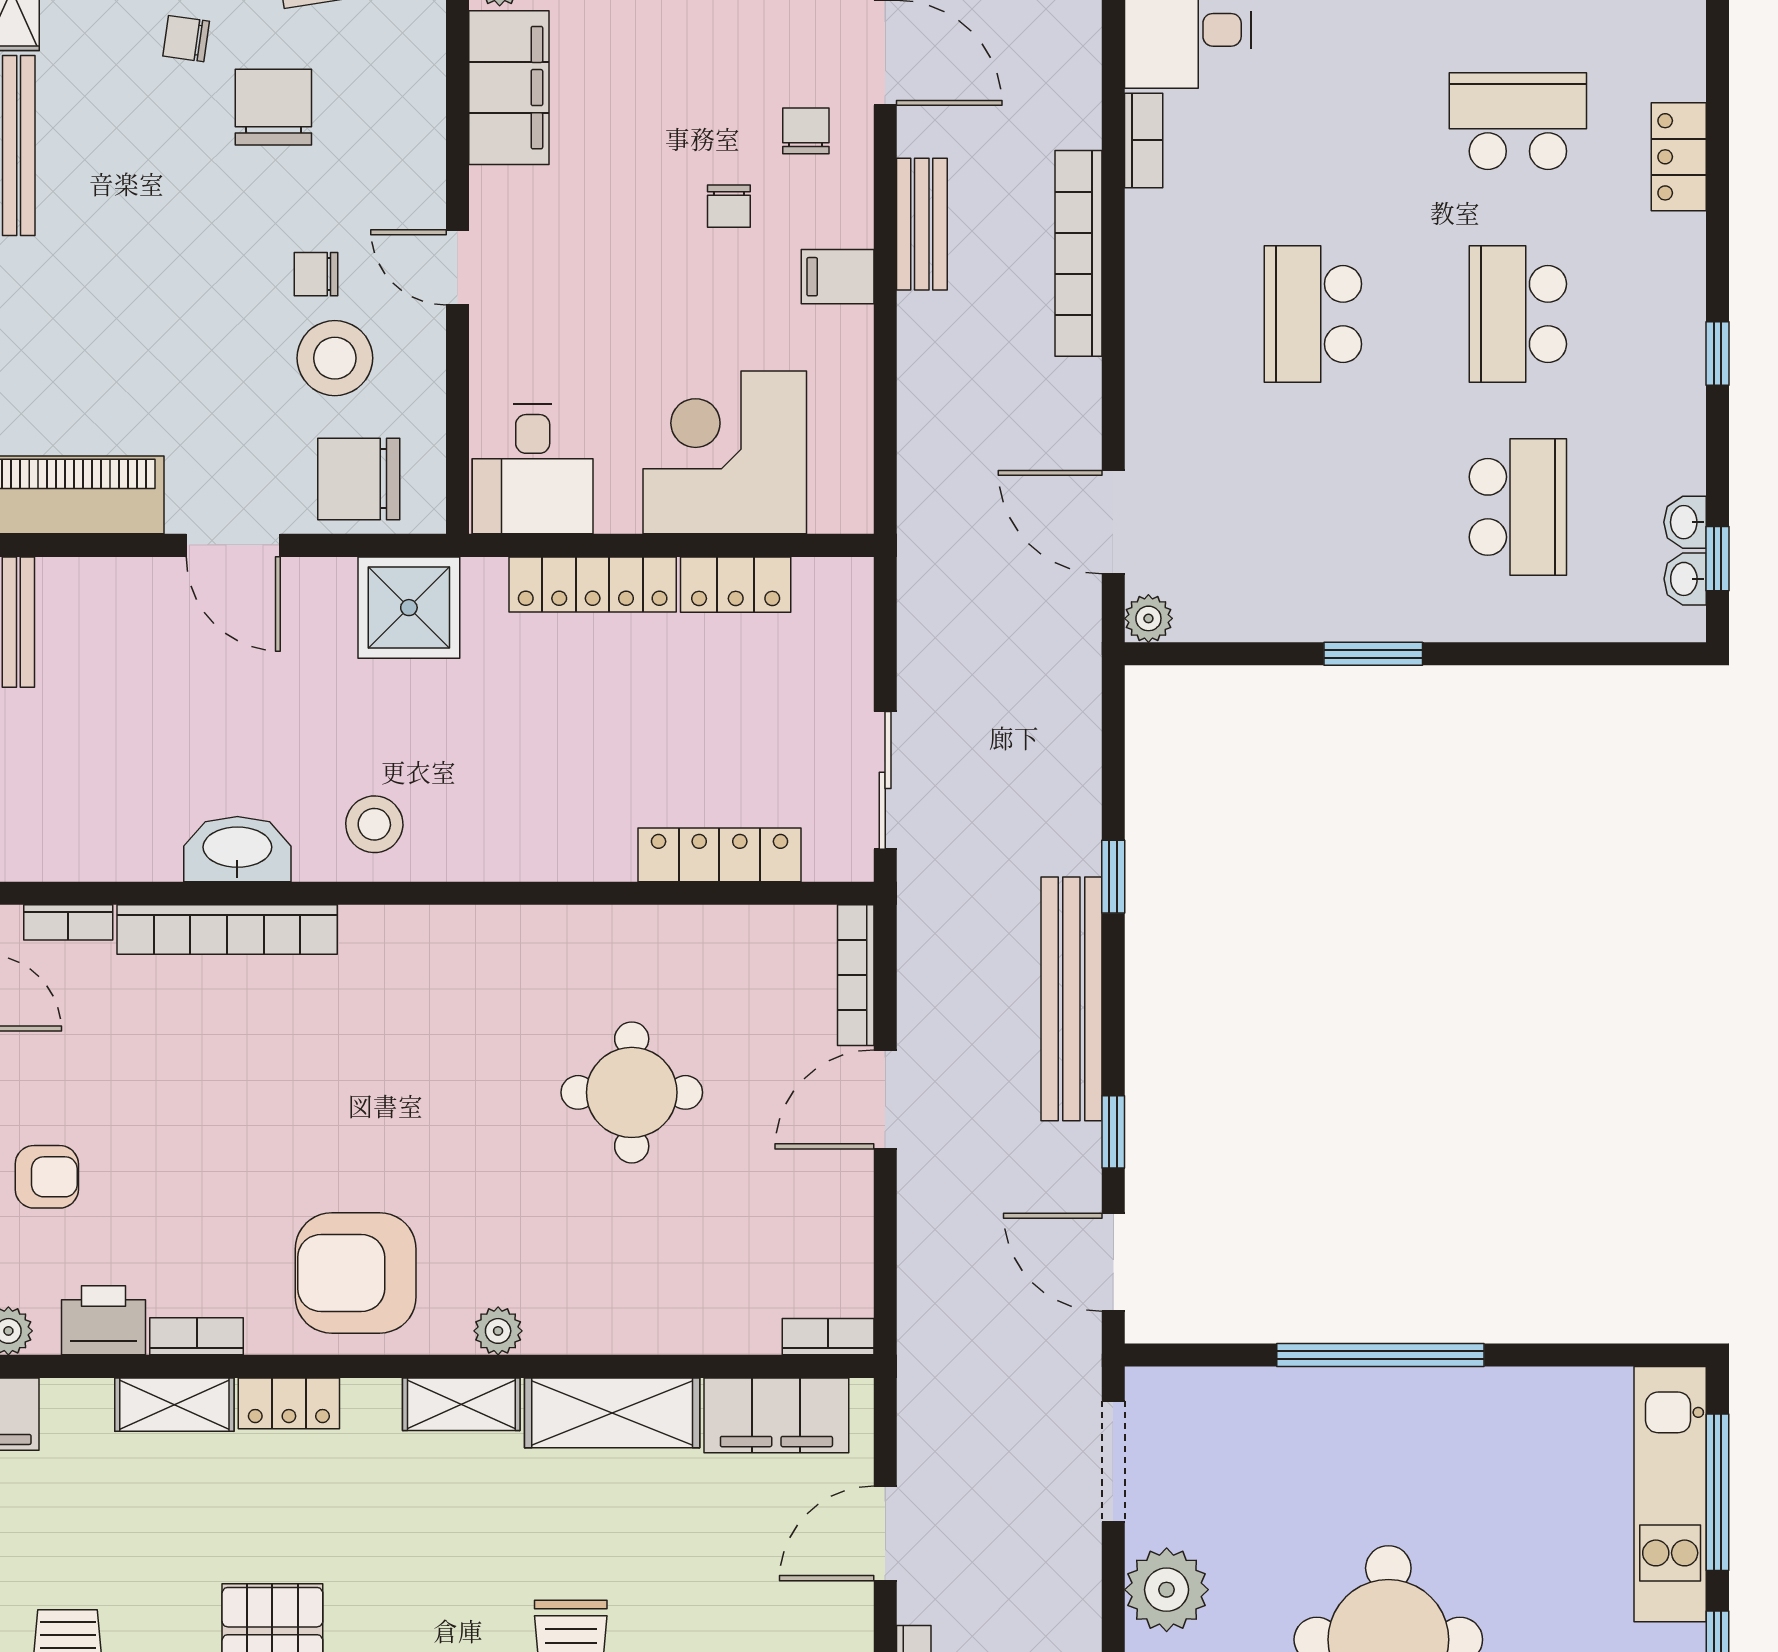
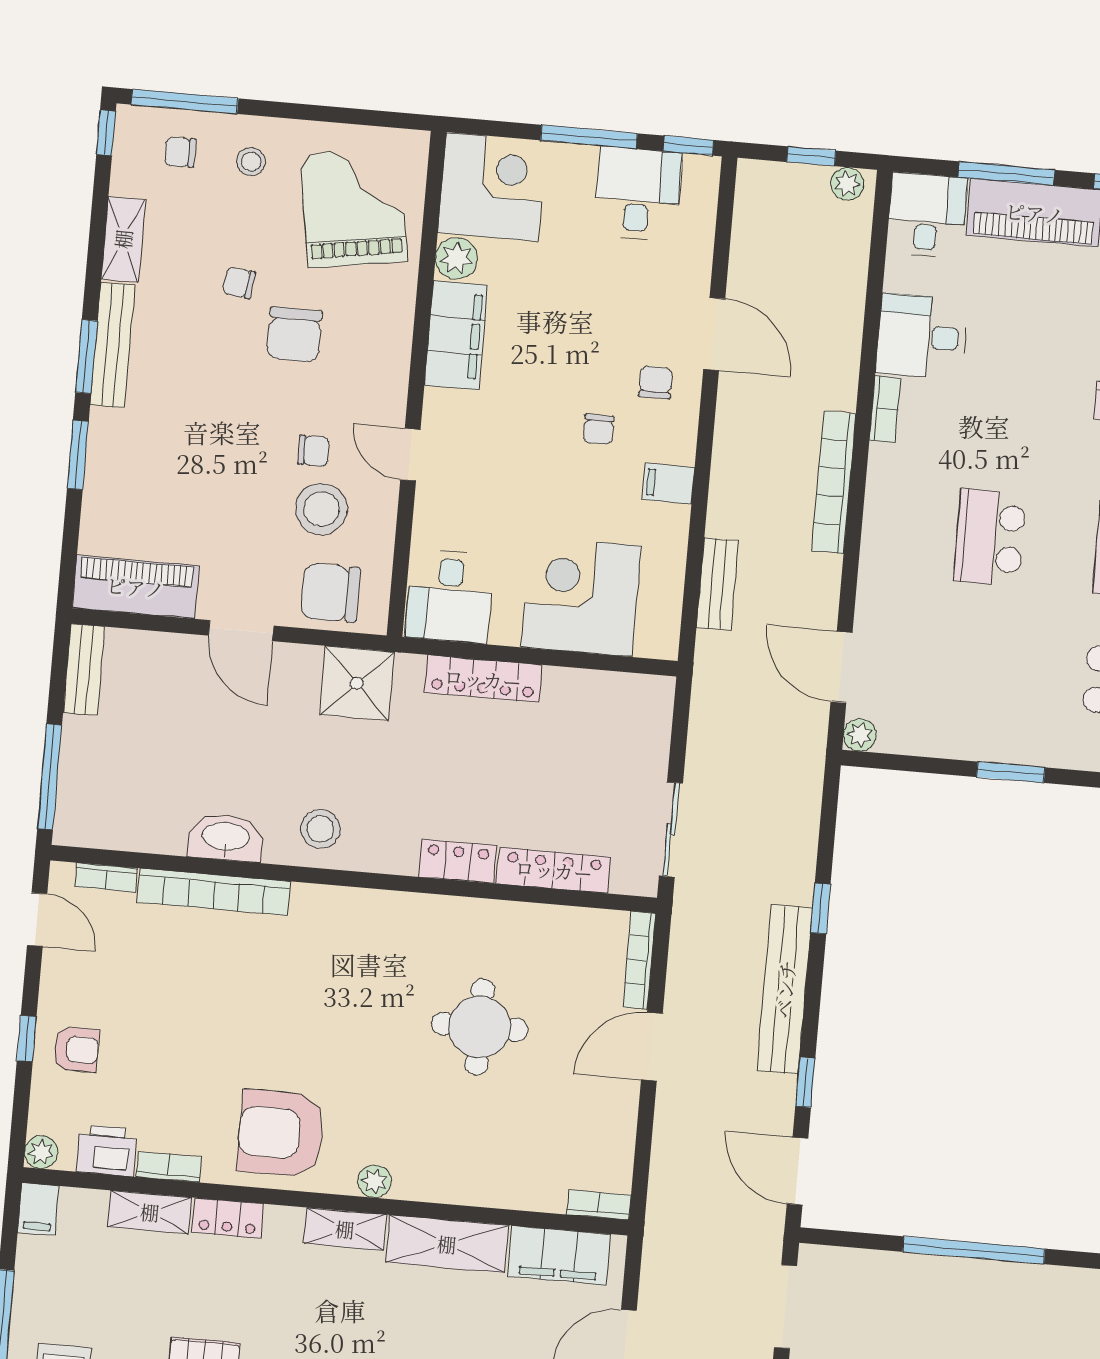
chair: (273, 107) -> (294, 335), turned 180
bench: (922, 224) -> (717, 584), moved
chair: (316, 274) -> (313, 451), turned 180
locker: (736, 585) -> (458, 861), moved, turned 180

